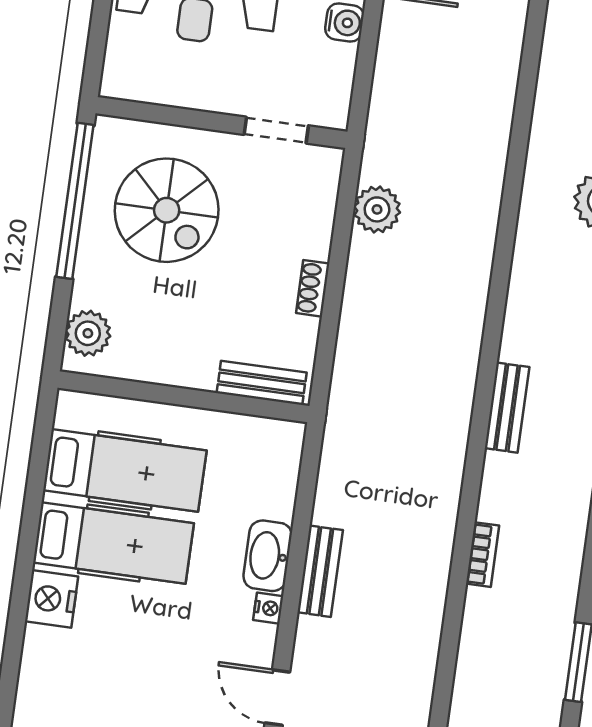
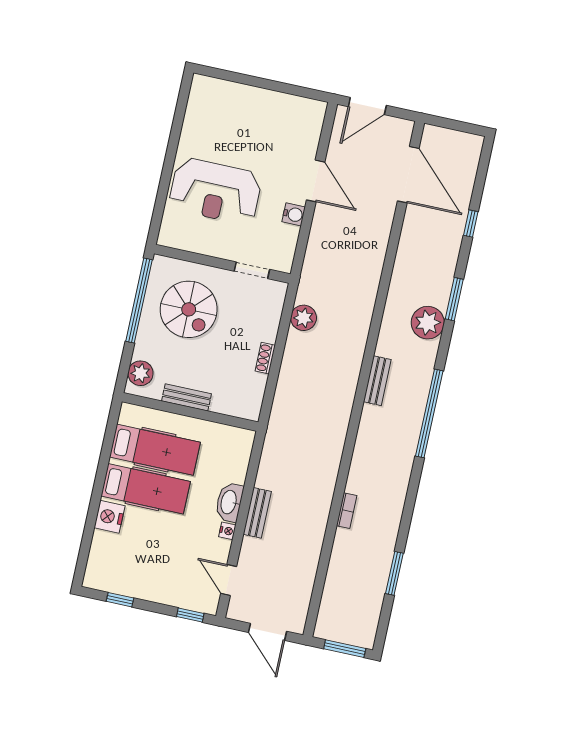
bench: (262, 383) -> (187, 397), moved
bench: (507, 408) -> (377, 381), moved

